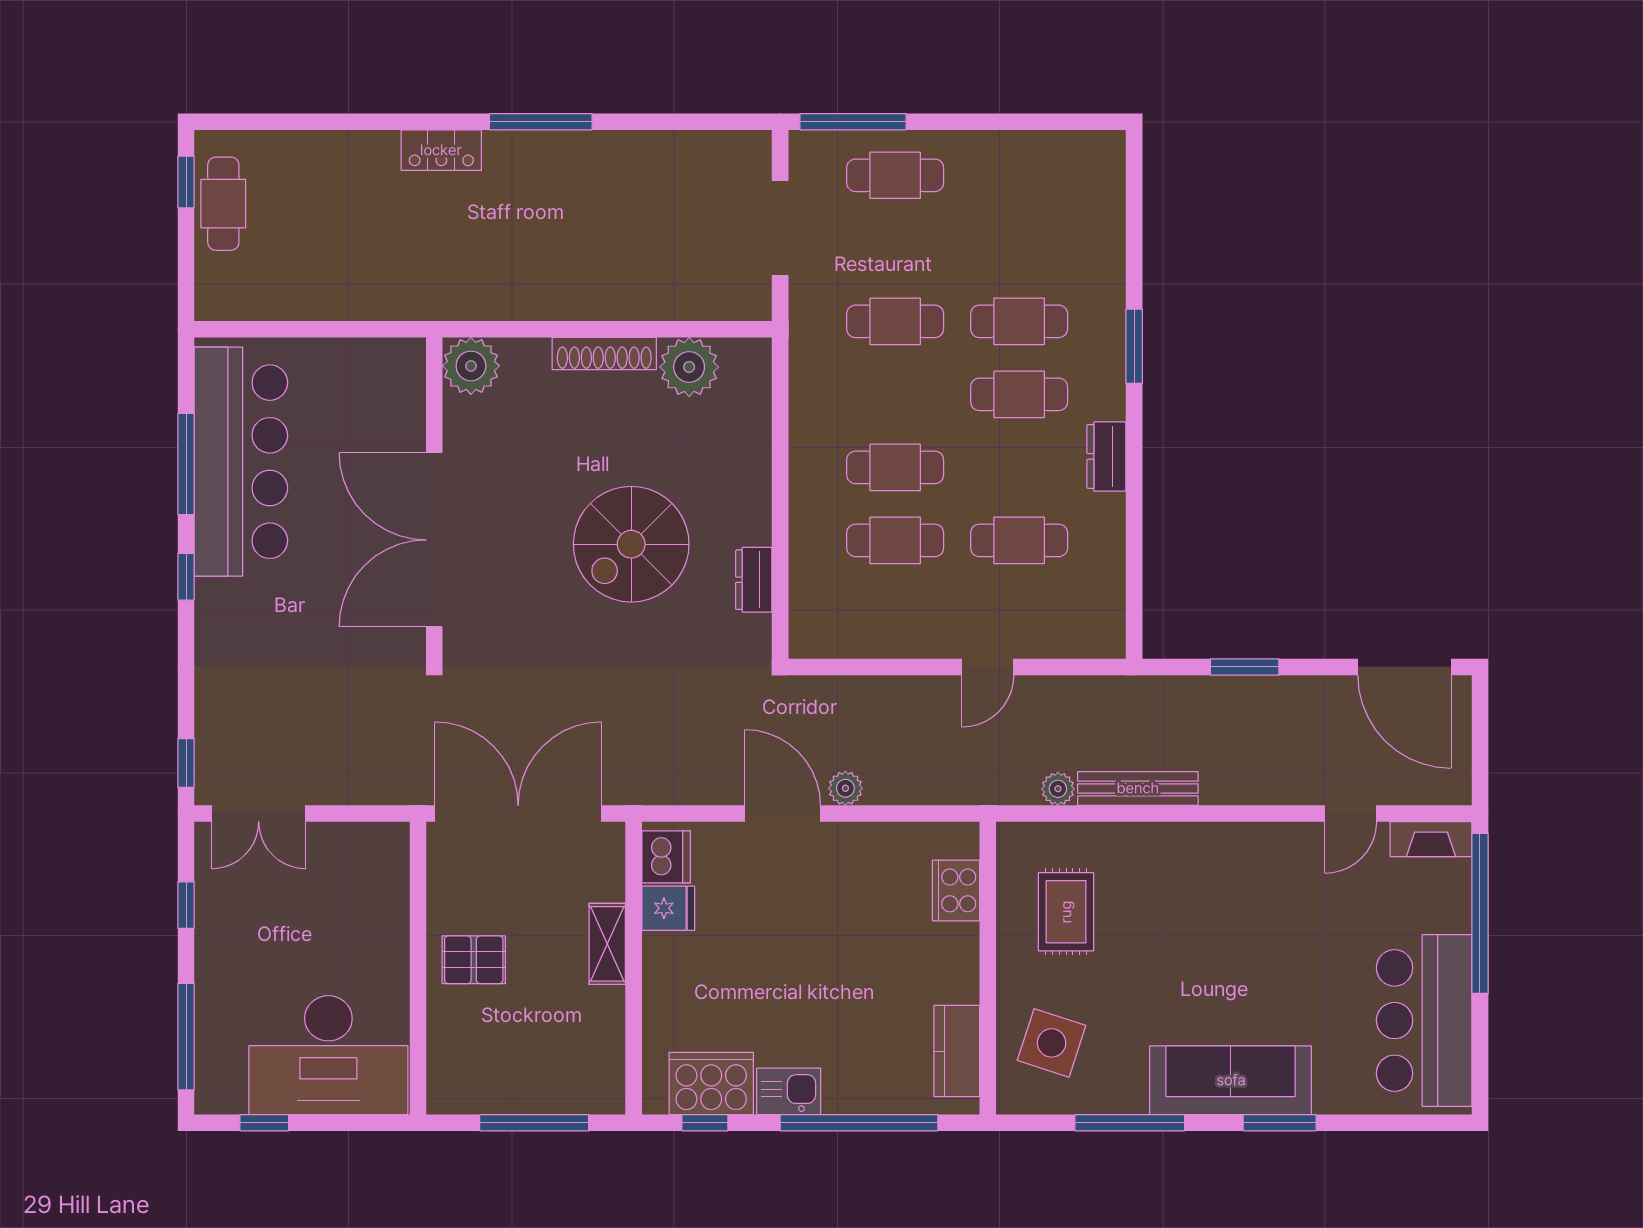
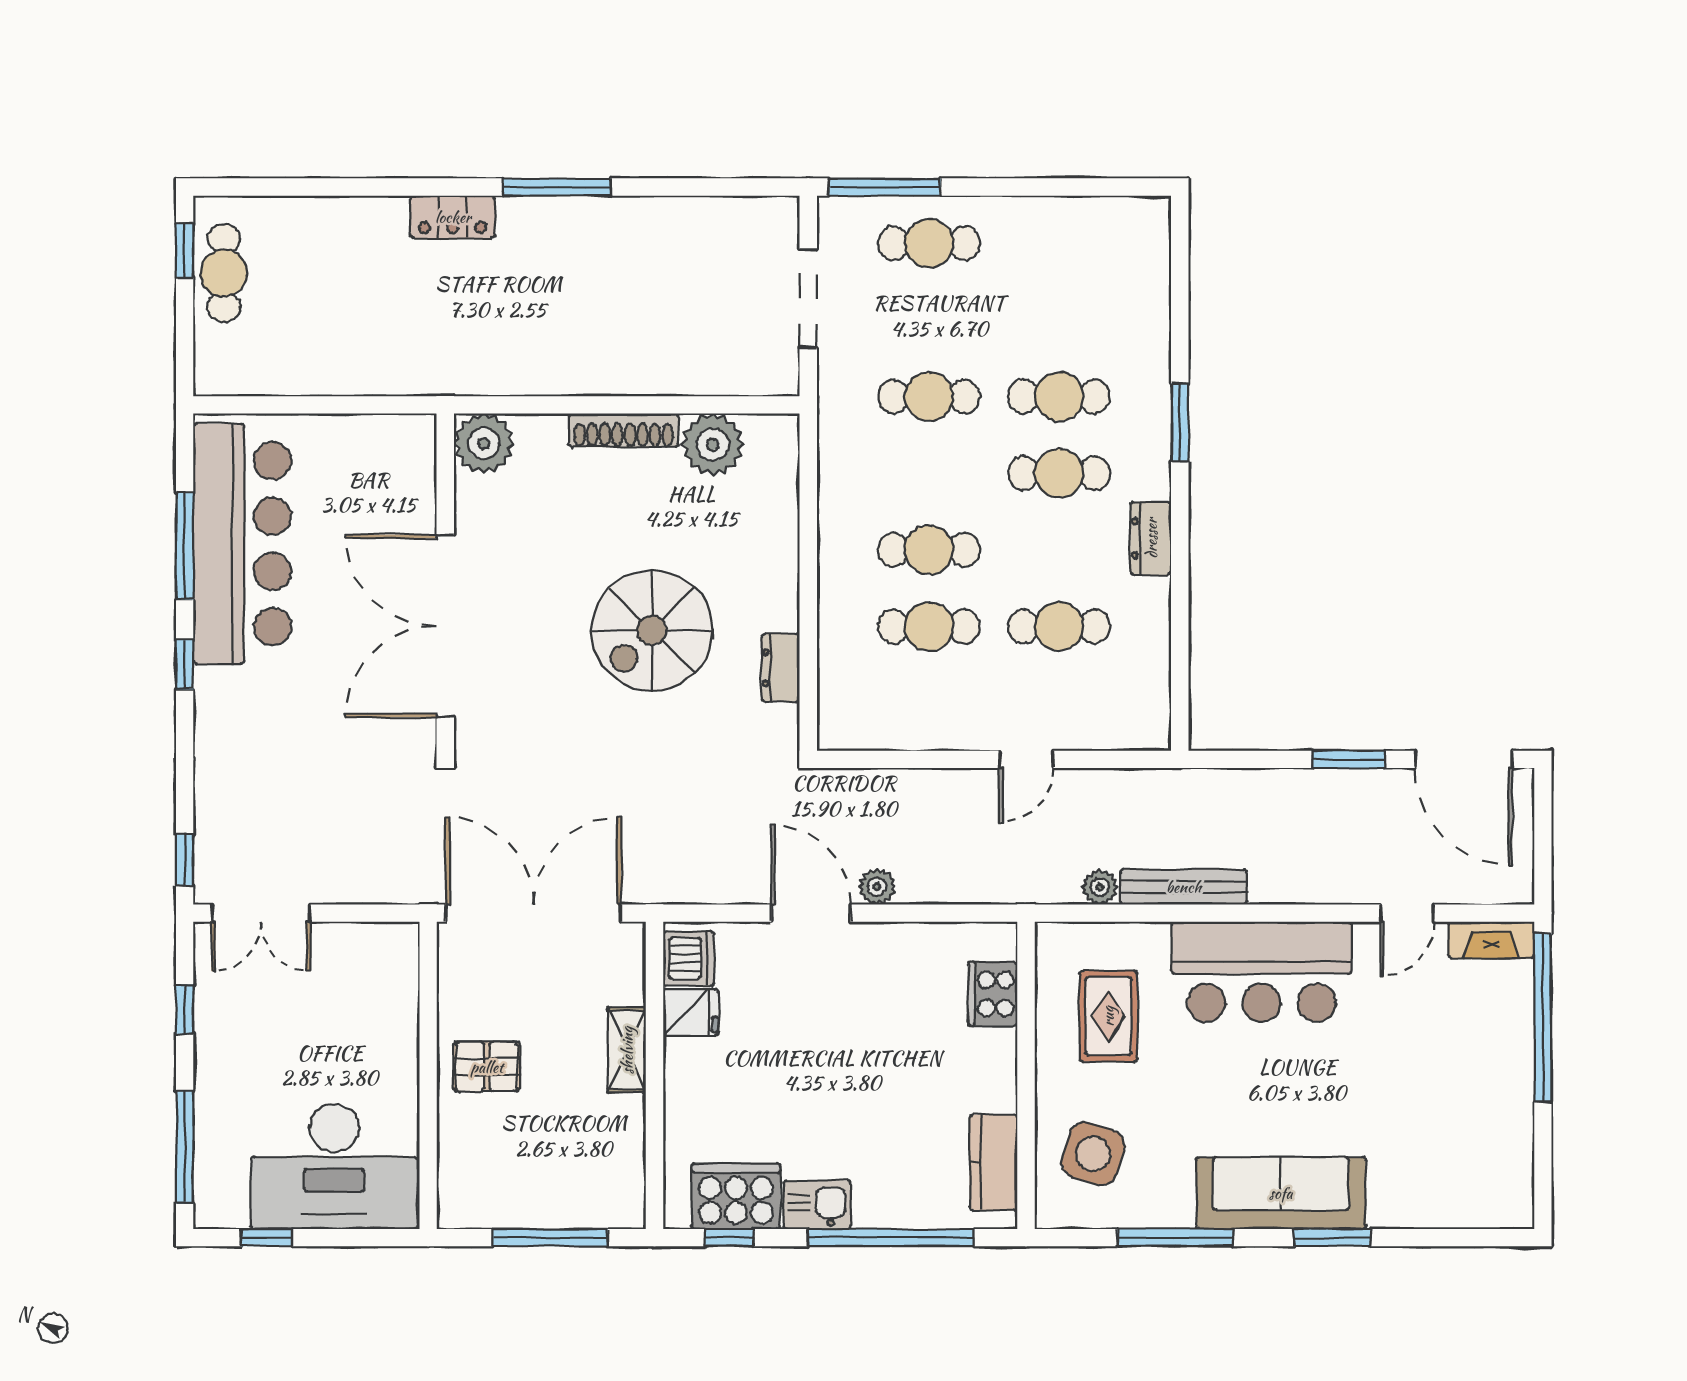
window: (1245, 667) -> (1349, 759), moved
bar counter: (1424, 1021) -> (1262, 972), moved, turned -90

